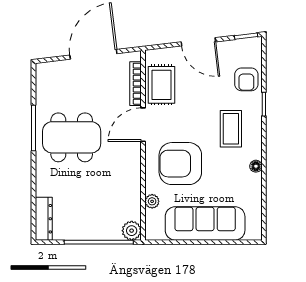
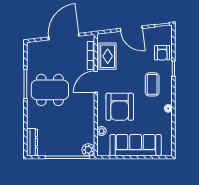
armchair: (180, 164) -> (120, 107), turned -90

